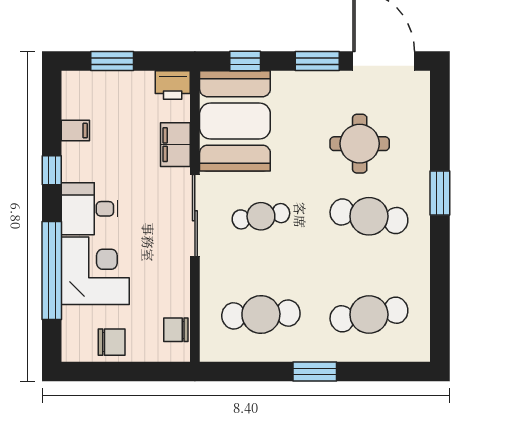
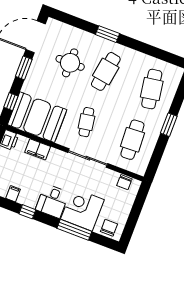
sliding door: (195, 216) -> (88, 158), moved
window: (52, 271) -> (74, 230), width x0.68
chair: (112, 342) -> (109, 228), moved

